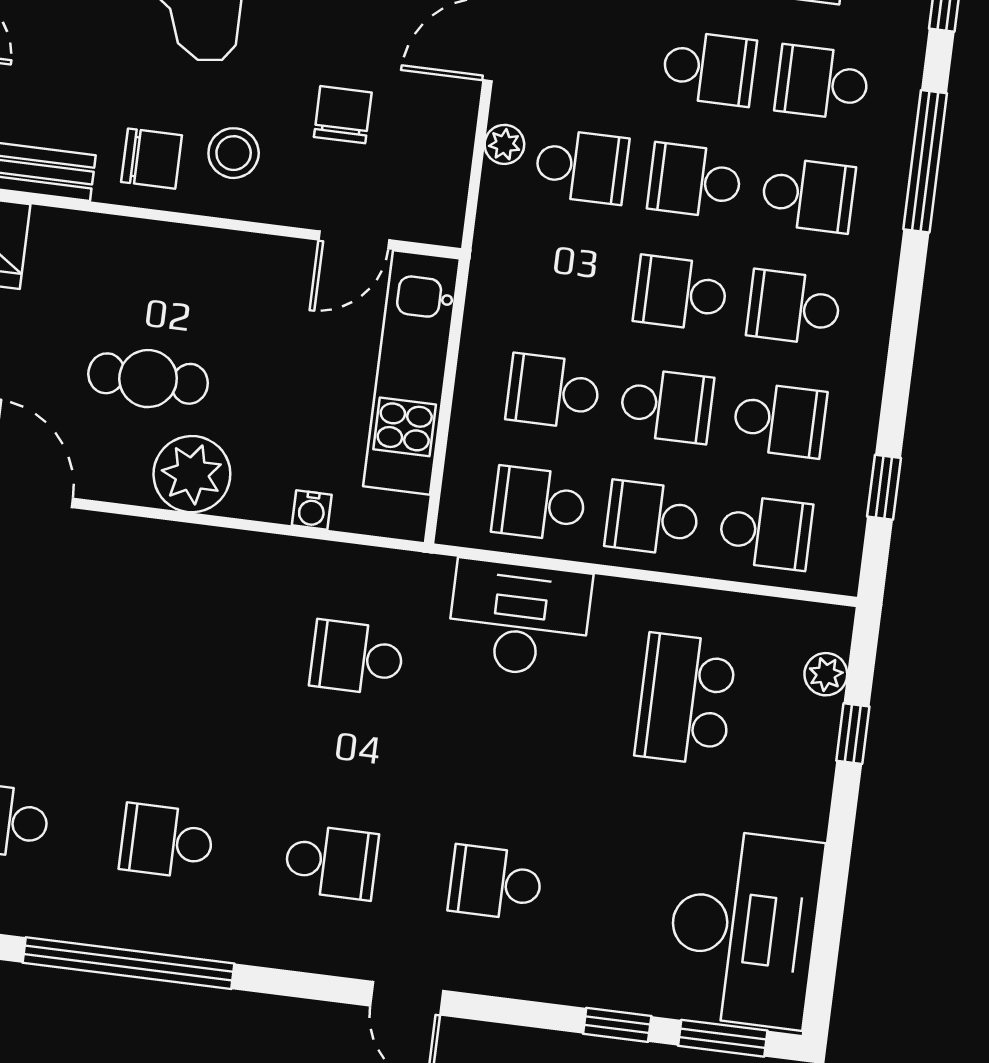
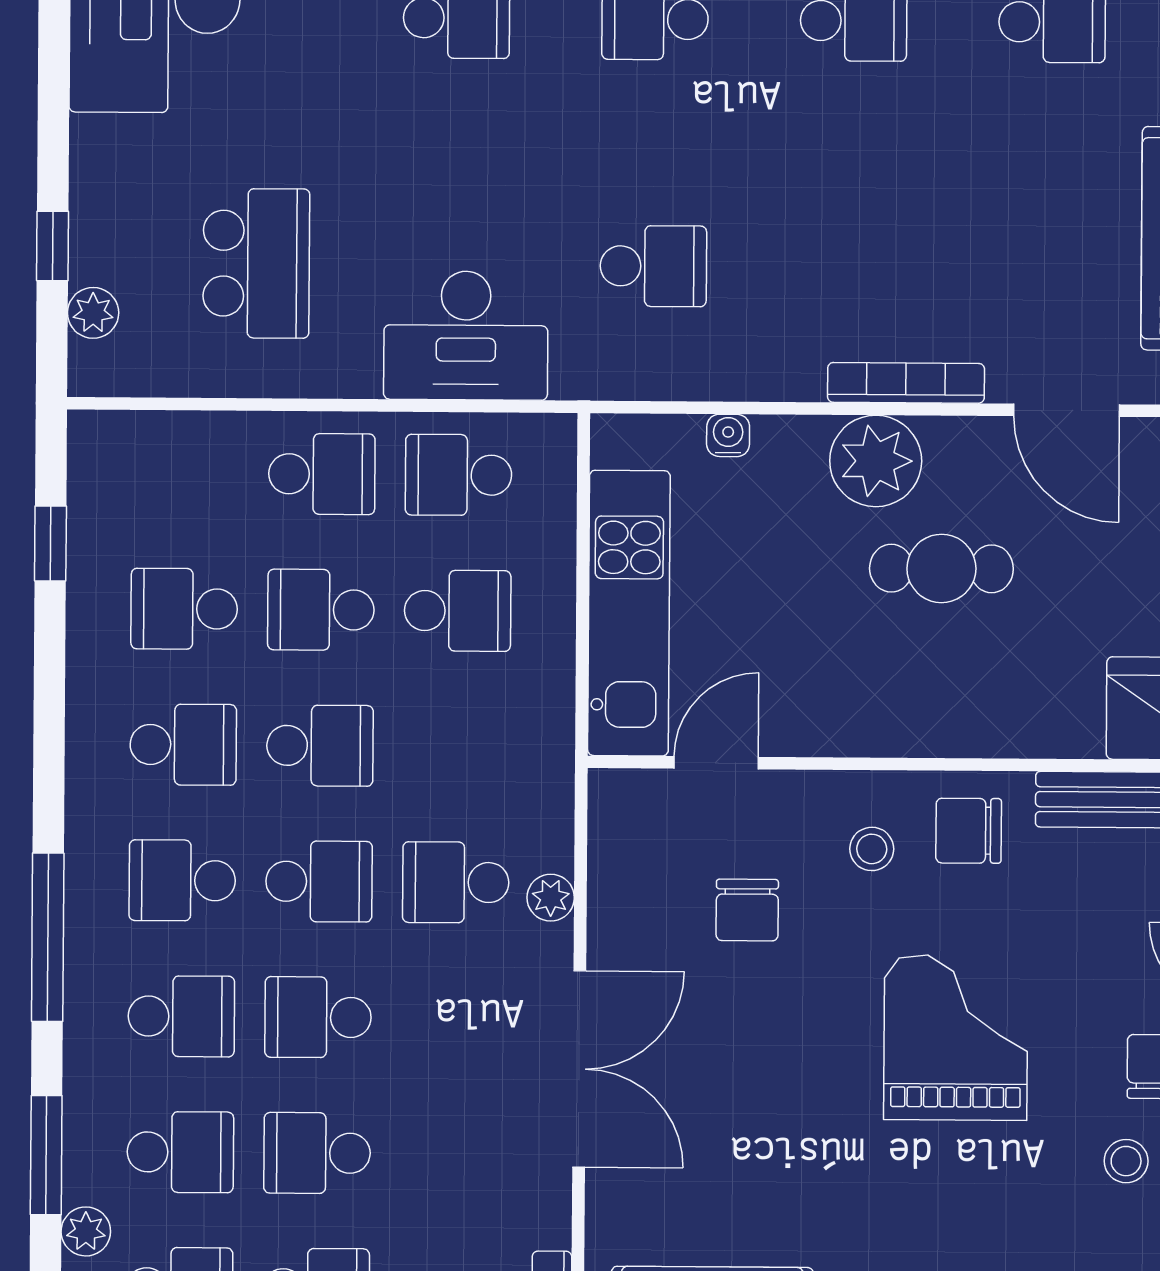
stool: (234, 153) -> (872, 849), width x0.73, depth x0.73
school desk: (539, 504) -> (459, 475), turned 180
school desk: (765, 532) -> (185, 473), removed
bookcase: (159, 536) -> (906, 383), added

